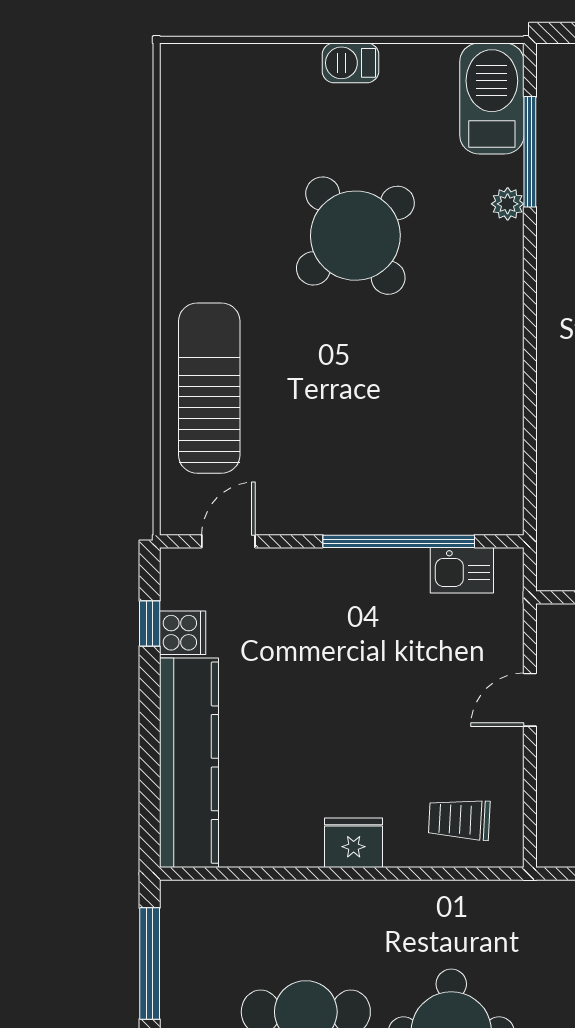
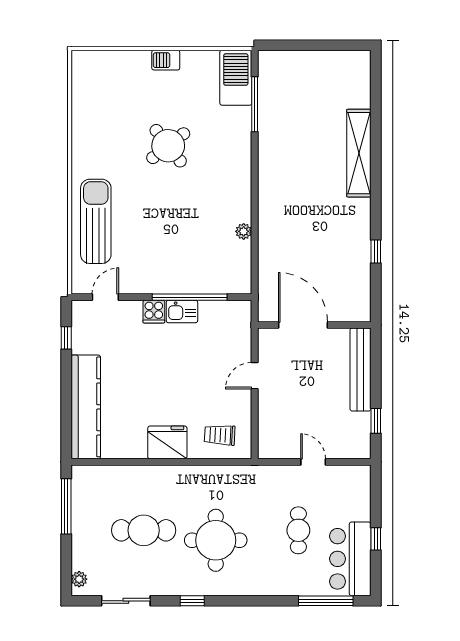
plant: (508, 204) -> (244, 231), moved
round table: (355, 236) -> (168, 146), width x0.73, depth x0.73
kitchen sink: (462, 570) -> (182, 312), moved
cooker: (183, 633) -> (154, 312), moved, turned 90
fridge: (354, 843) -> (167, 442), width x1.36, depth x1.34

